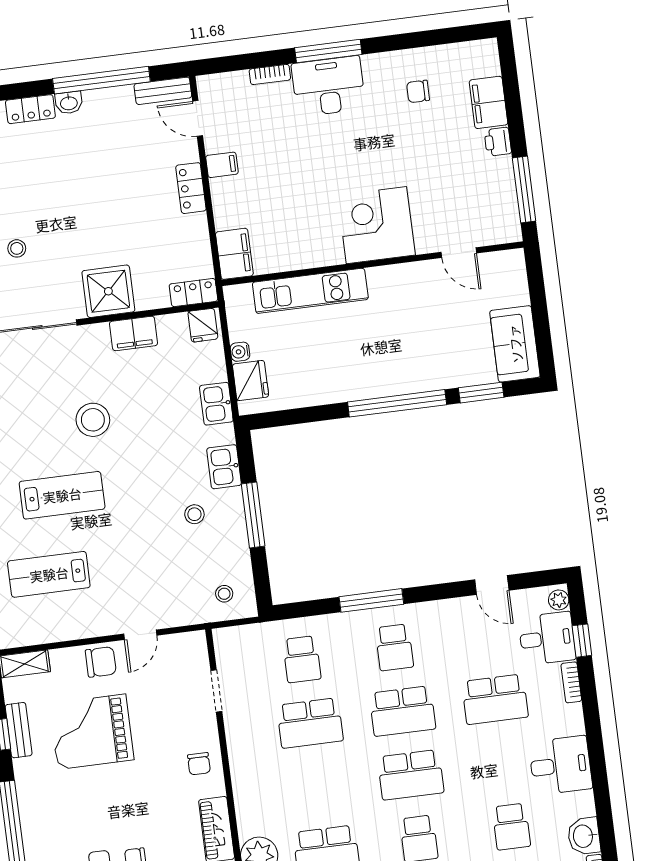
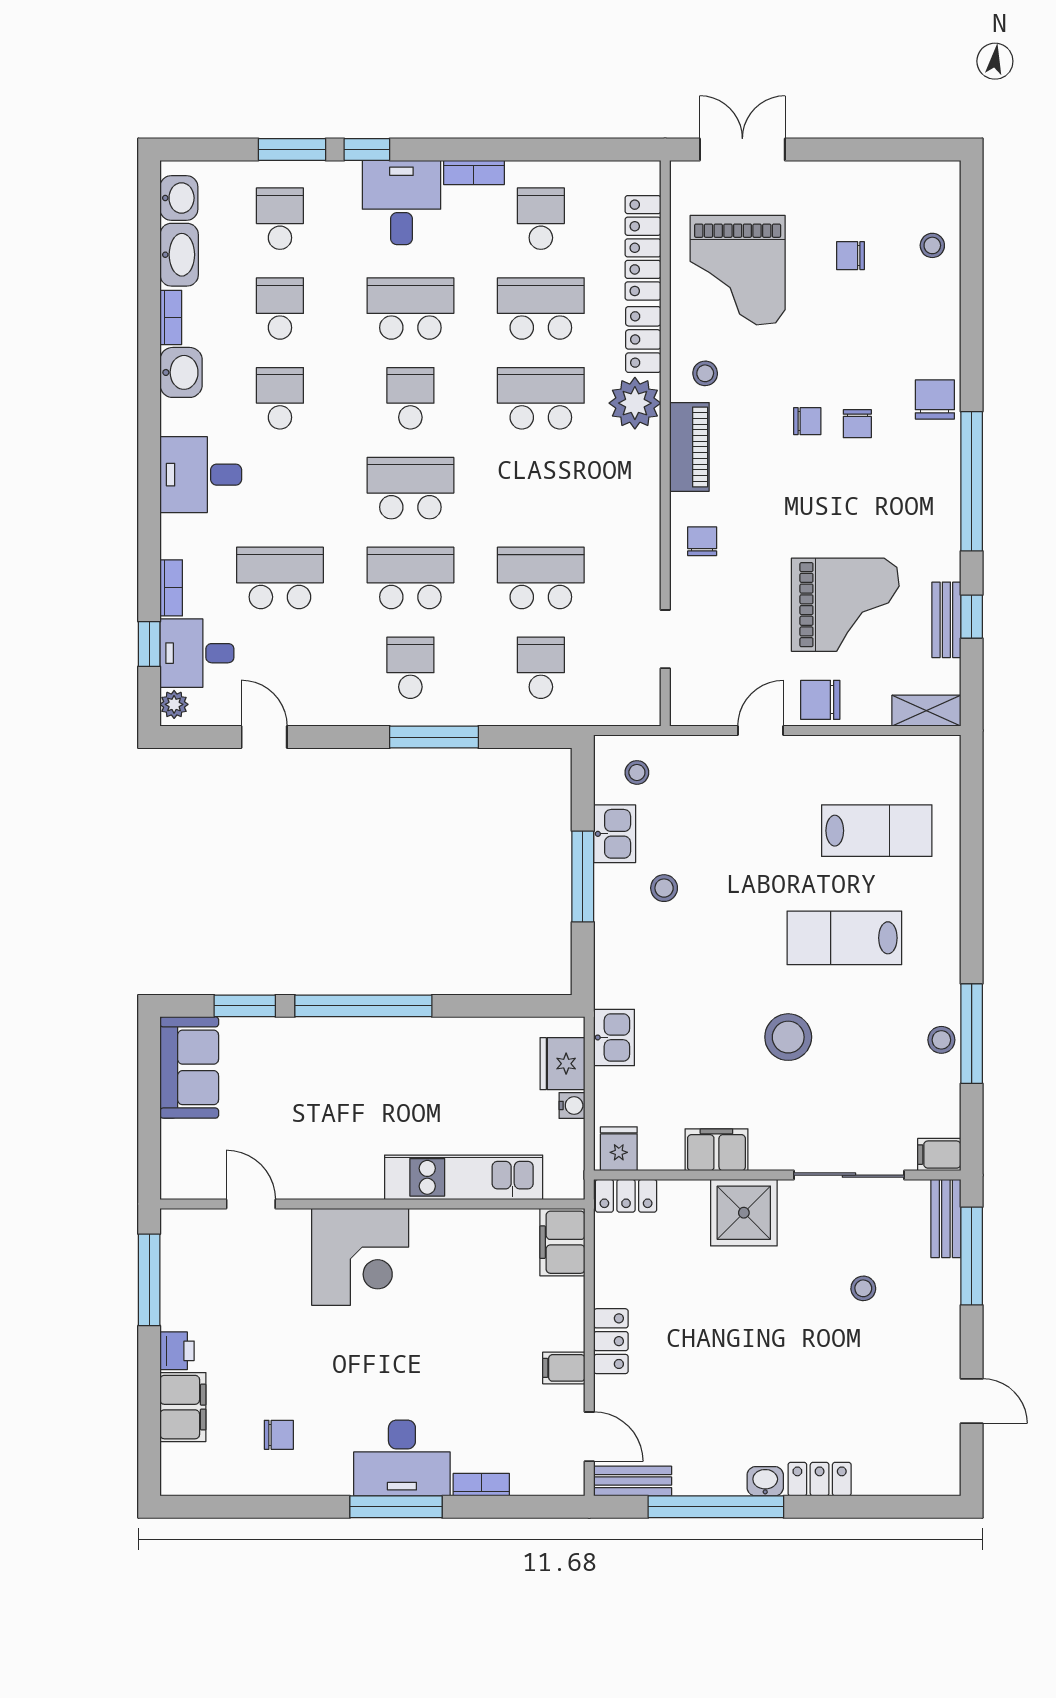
kitchen sink: (224, 467) -> (615, 834), moved

